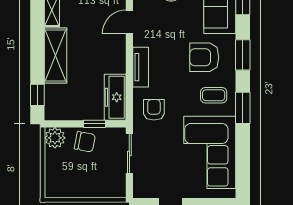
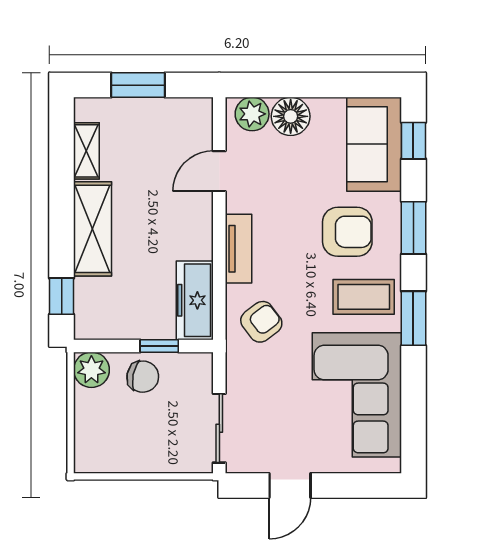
armchair: (204, 57) -> (347, 232), turned 180
coffee table: (214, 95) -> (364, 297), width x1.36, depth x1.30
armchair: (154, 110) -> (261, 322), turned 53
sliding door: (129, 153) -> (219, 428), moved

